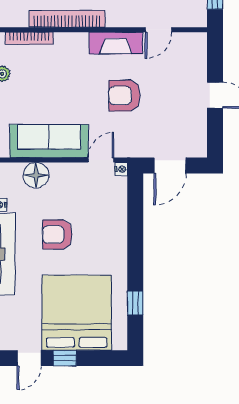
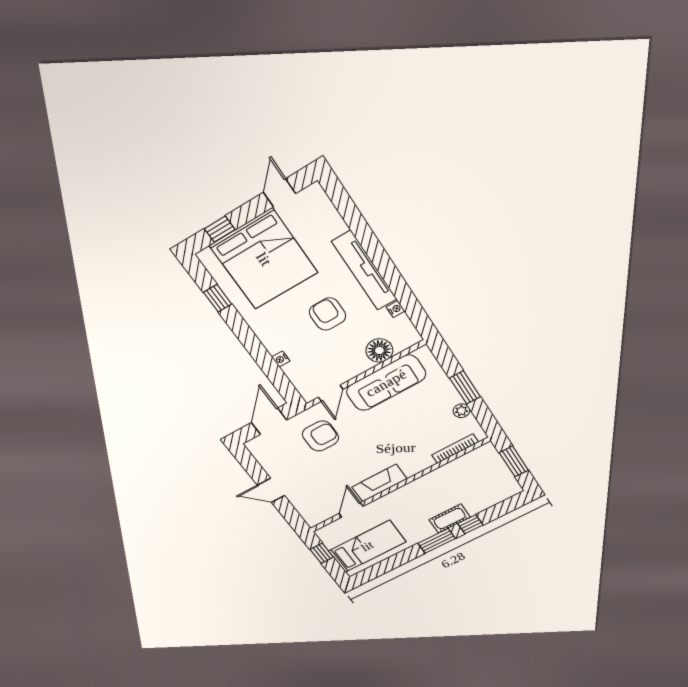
bookcase: (67, 19) -> (432, 478), removed
armchair: (124, 96) -> (321, 436), moved
nightstand: (121, 169) -> (281, 359), moved
armchair: (57, 234) -> (328, 314), turned -90
window: (65, 358) -> (220, 229), moved

